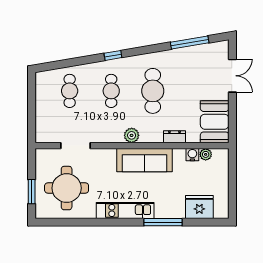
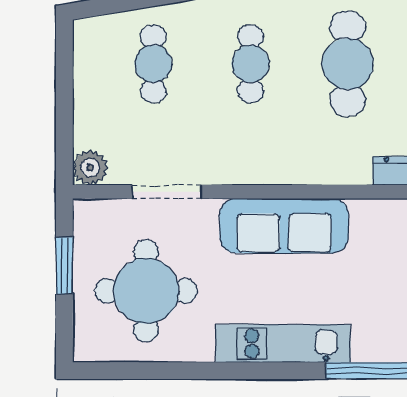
plant: (132, 135) -> (90, 168), moved
sofa: (144, 160) -> (284, 226), moved
window: (32, 192) -> (64, 266), moved

